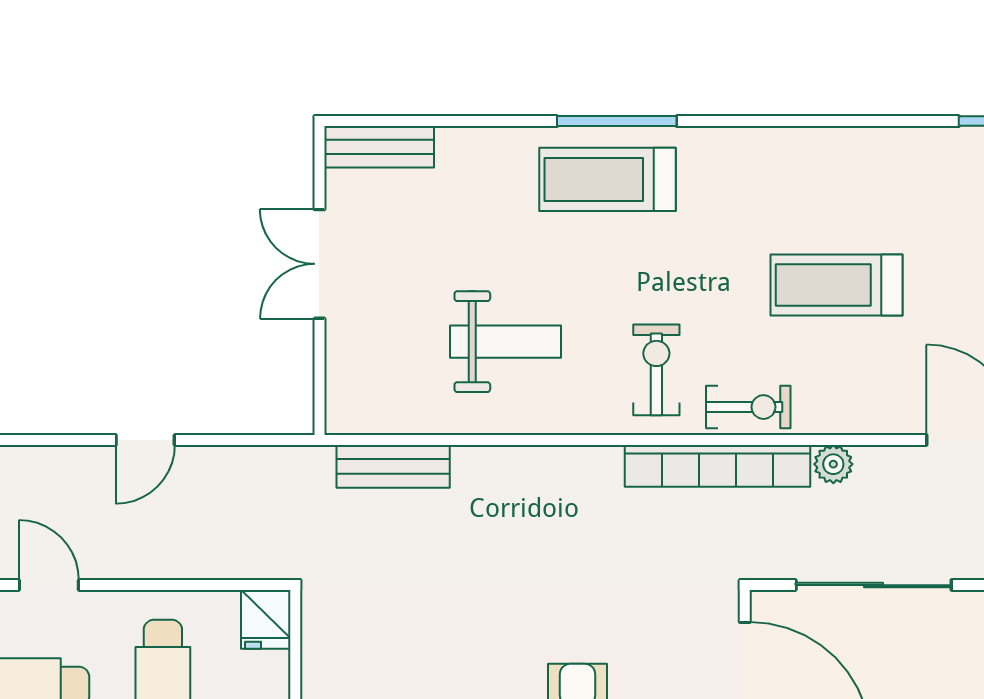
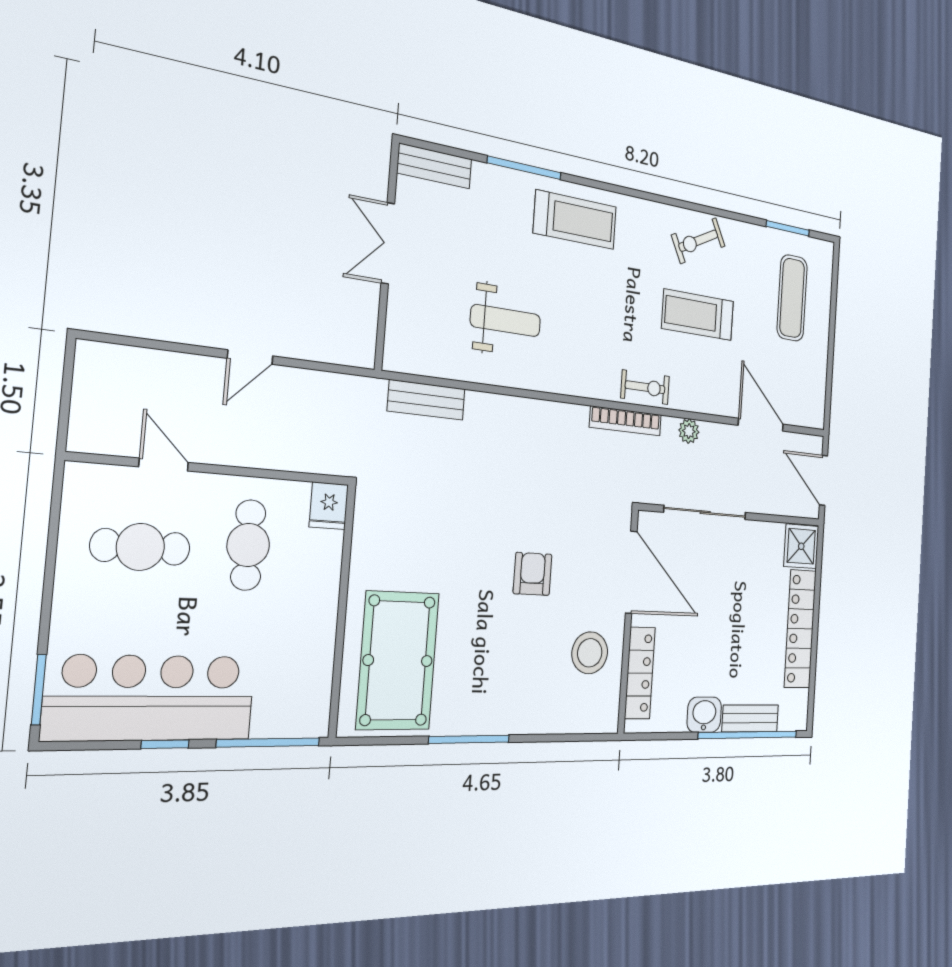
window: (617, 121) -> (524, 168), moved
treadmill: (607, 179) -> (575, 220), turned 180
exercise bike: (656, 370) -> (698, 241), moved, turned -117
bookcase: (718, 466) -> (626, 421), width x0.68, depth x0.76

